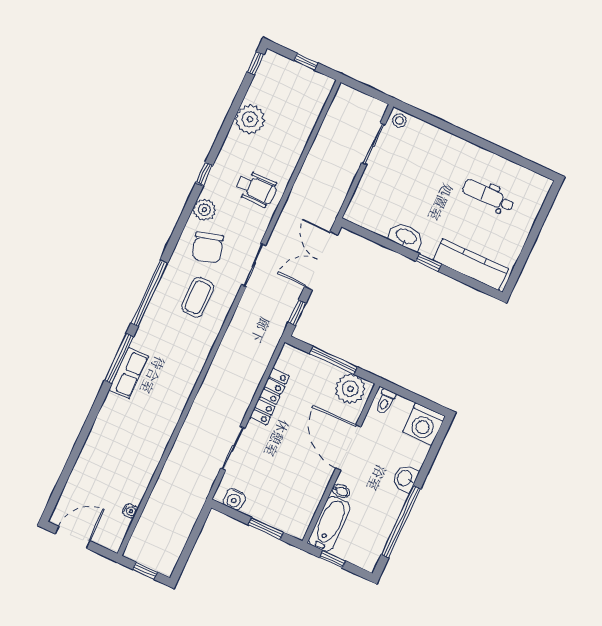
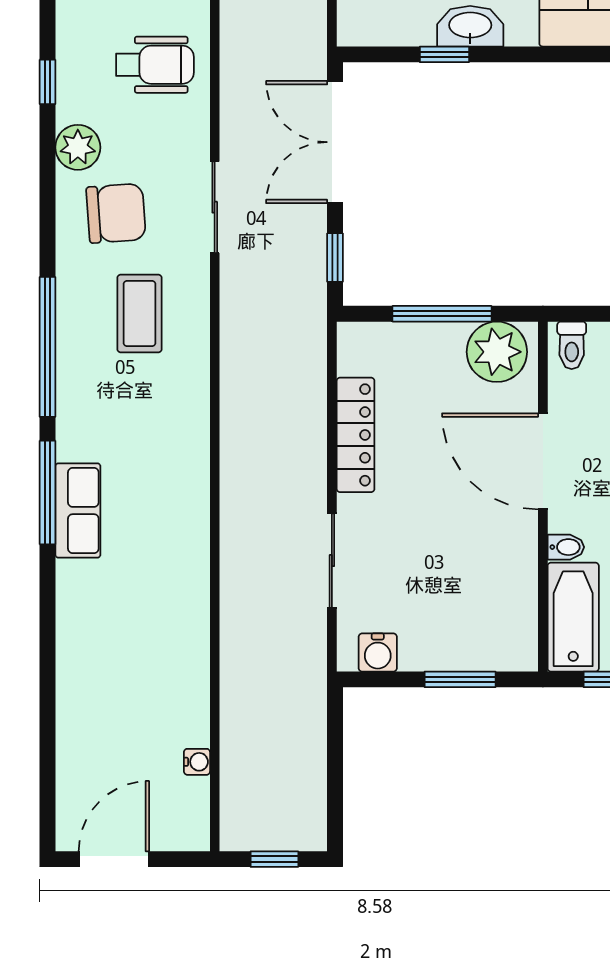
chair: (208, 247) -> (116, 213), turned -78
window: (429, 263) -> (444, 54), moved

